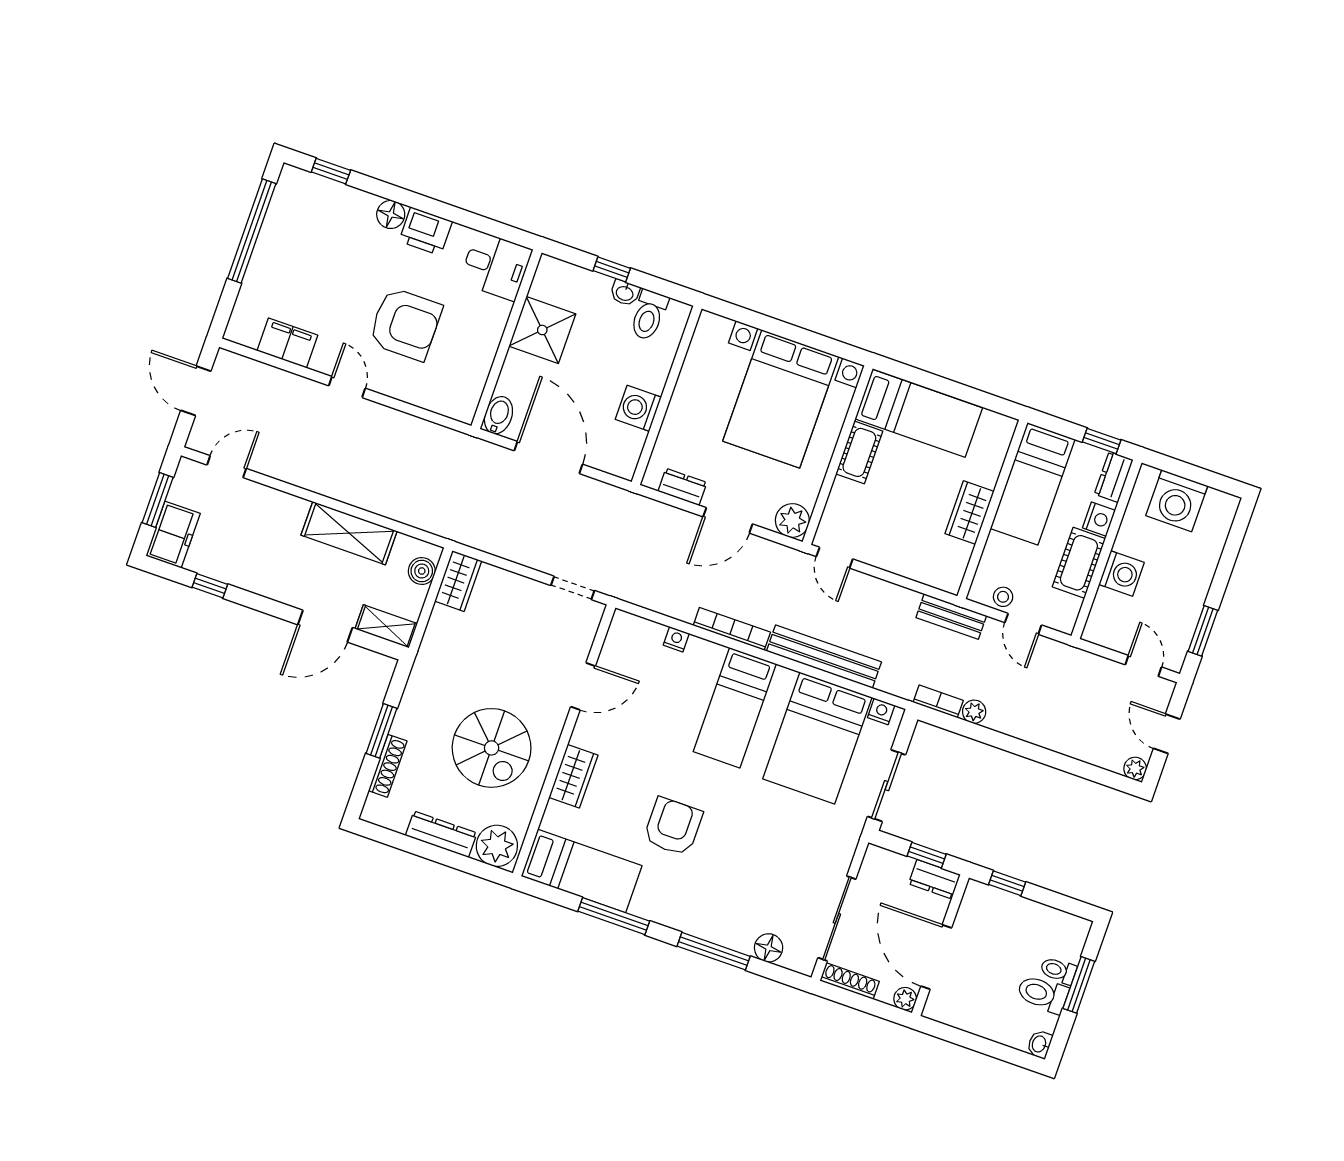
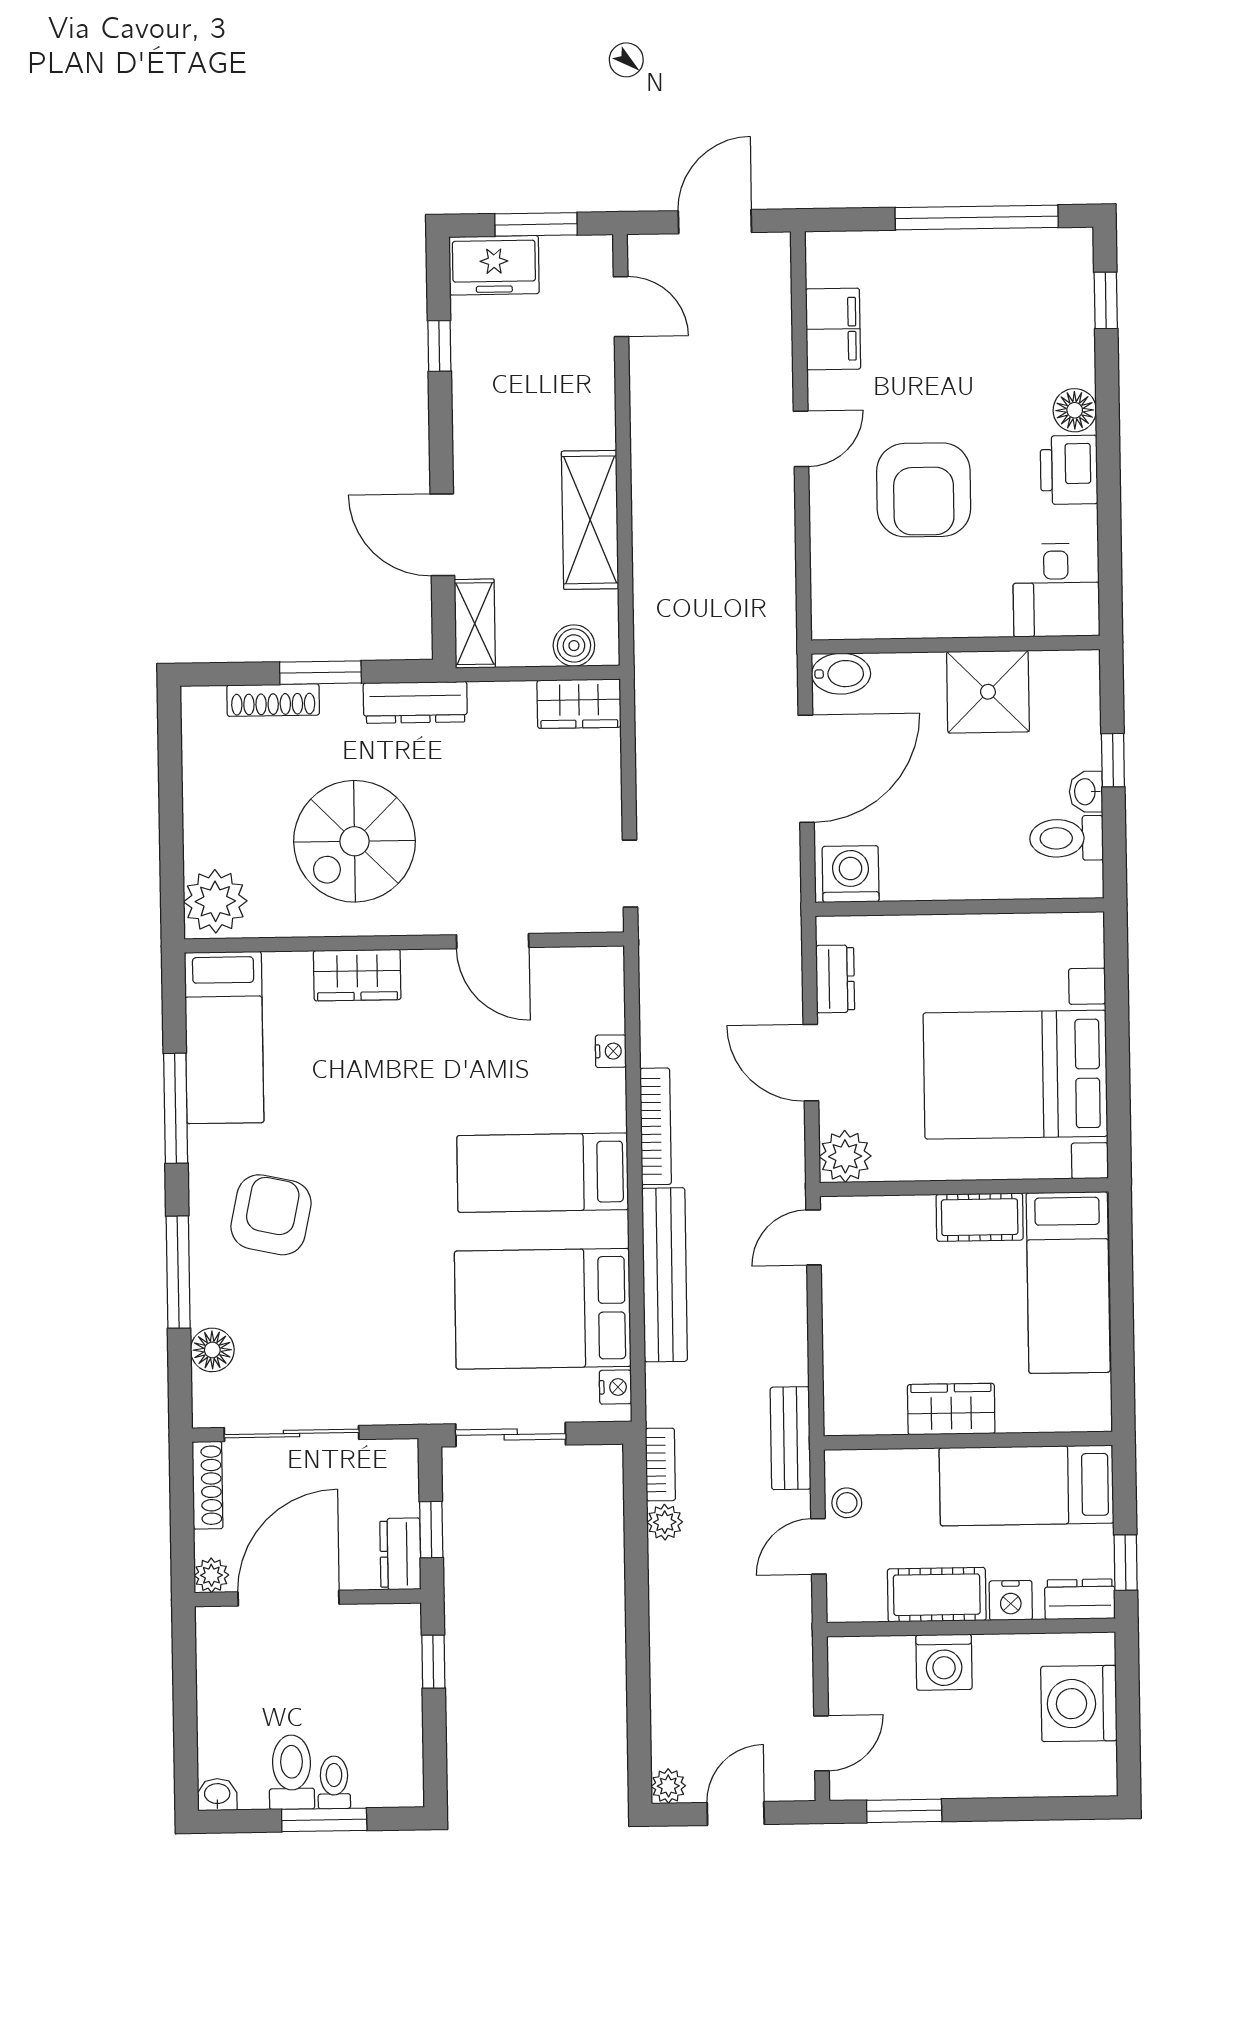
washing machine: (638, 408) -> (851, 874), moved
armchair: (673, 826) -> (271, 1215), moved, turned -78
dresser: (441, 834) -> (415, 702), moved, turned 90

